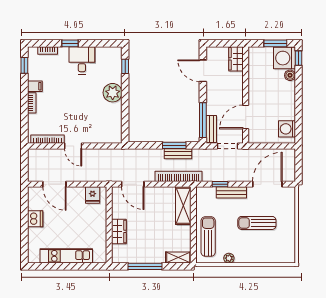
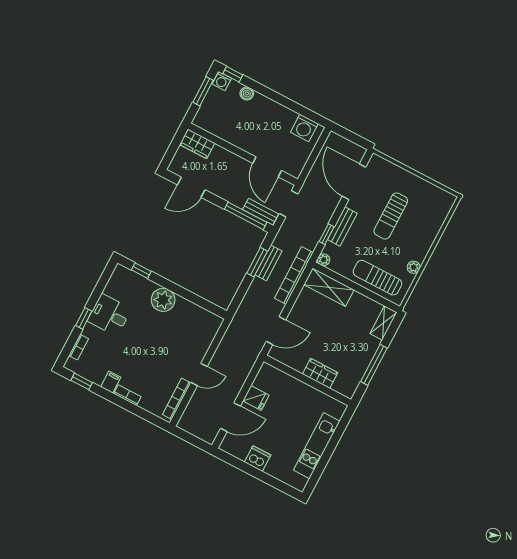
washing machine: (284, 58) -> (222, 81), width x0.53, depth x0.53
plant: (201, 192) -> (324, 260), added
fridge: (93, 195) -> (256, 398), moved

